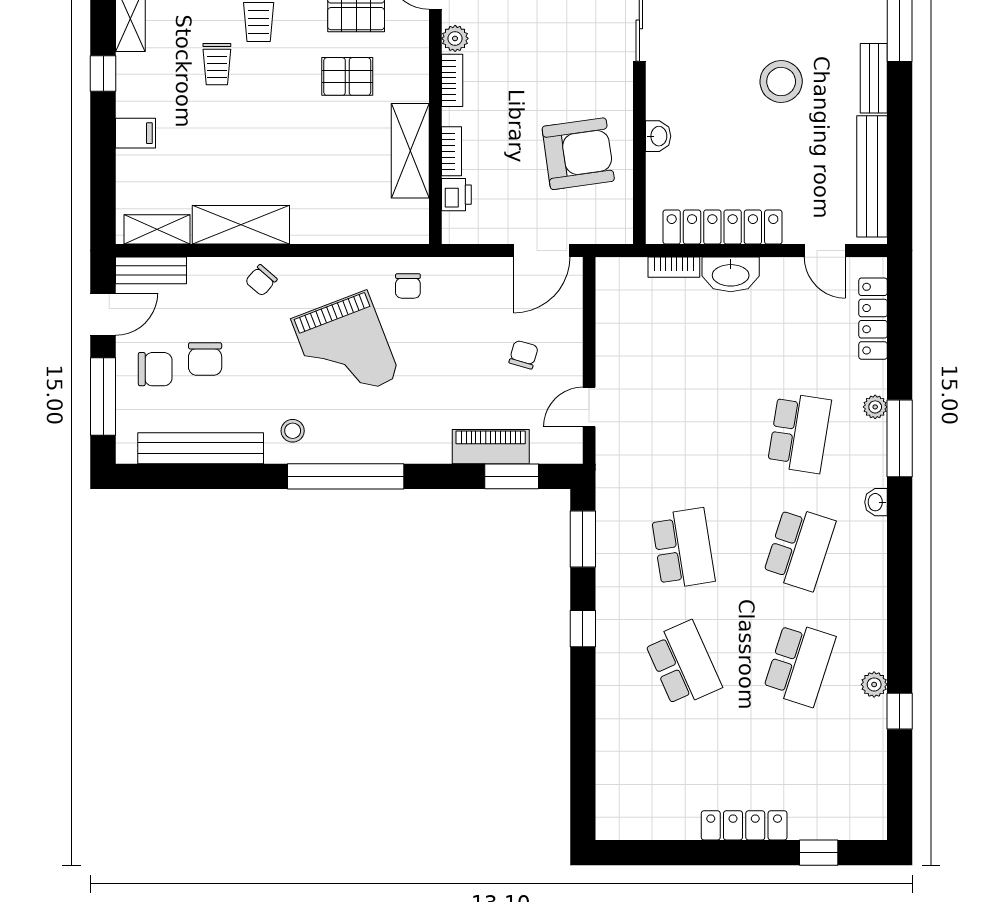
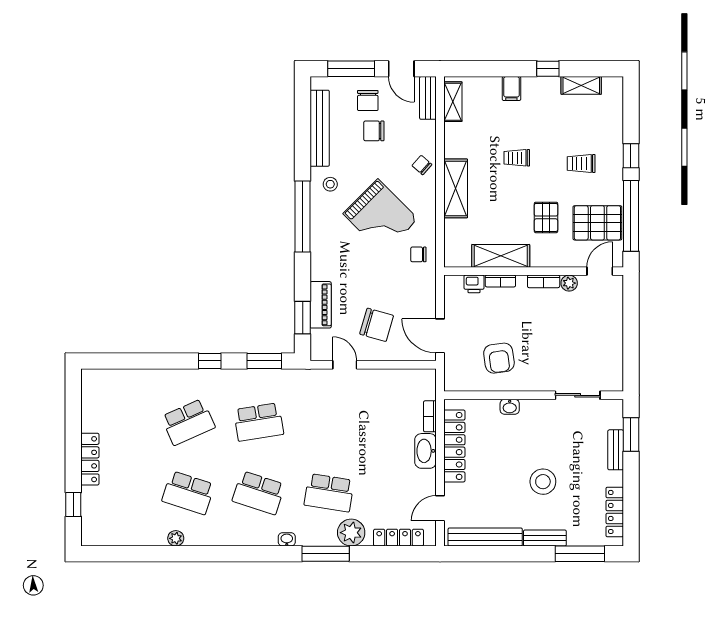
trolley: (217, 64) -> (517, 158), moved
armchair: (578, 154) -> (499, 358), width x0.73, depth x0.73
shelving: (241, 225) -> (456, 188), moved
grand piano: (346, 348) -> (381, 216), turned -114
chair: (524, 355) -> (377, 325), width x1.87, depth x1.87
plant: (875, 407) -> (351, 533), width x1.88, depth x1.88
window: (900, 711) -> (160, 554), removed

